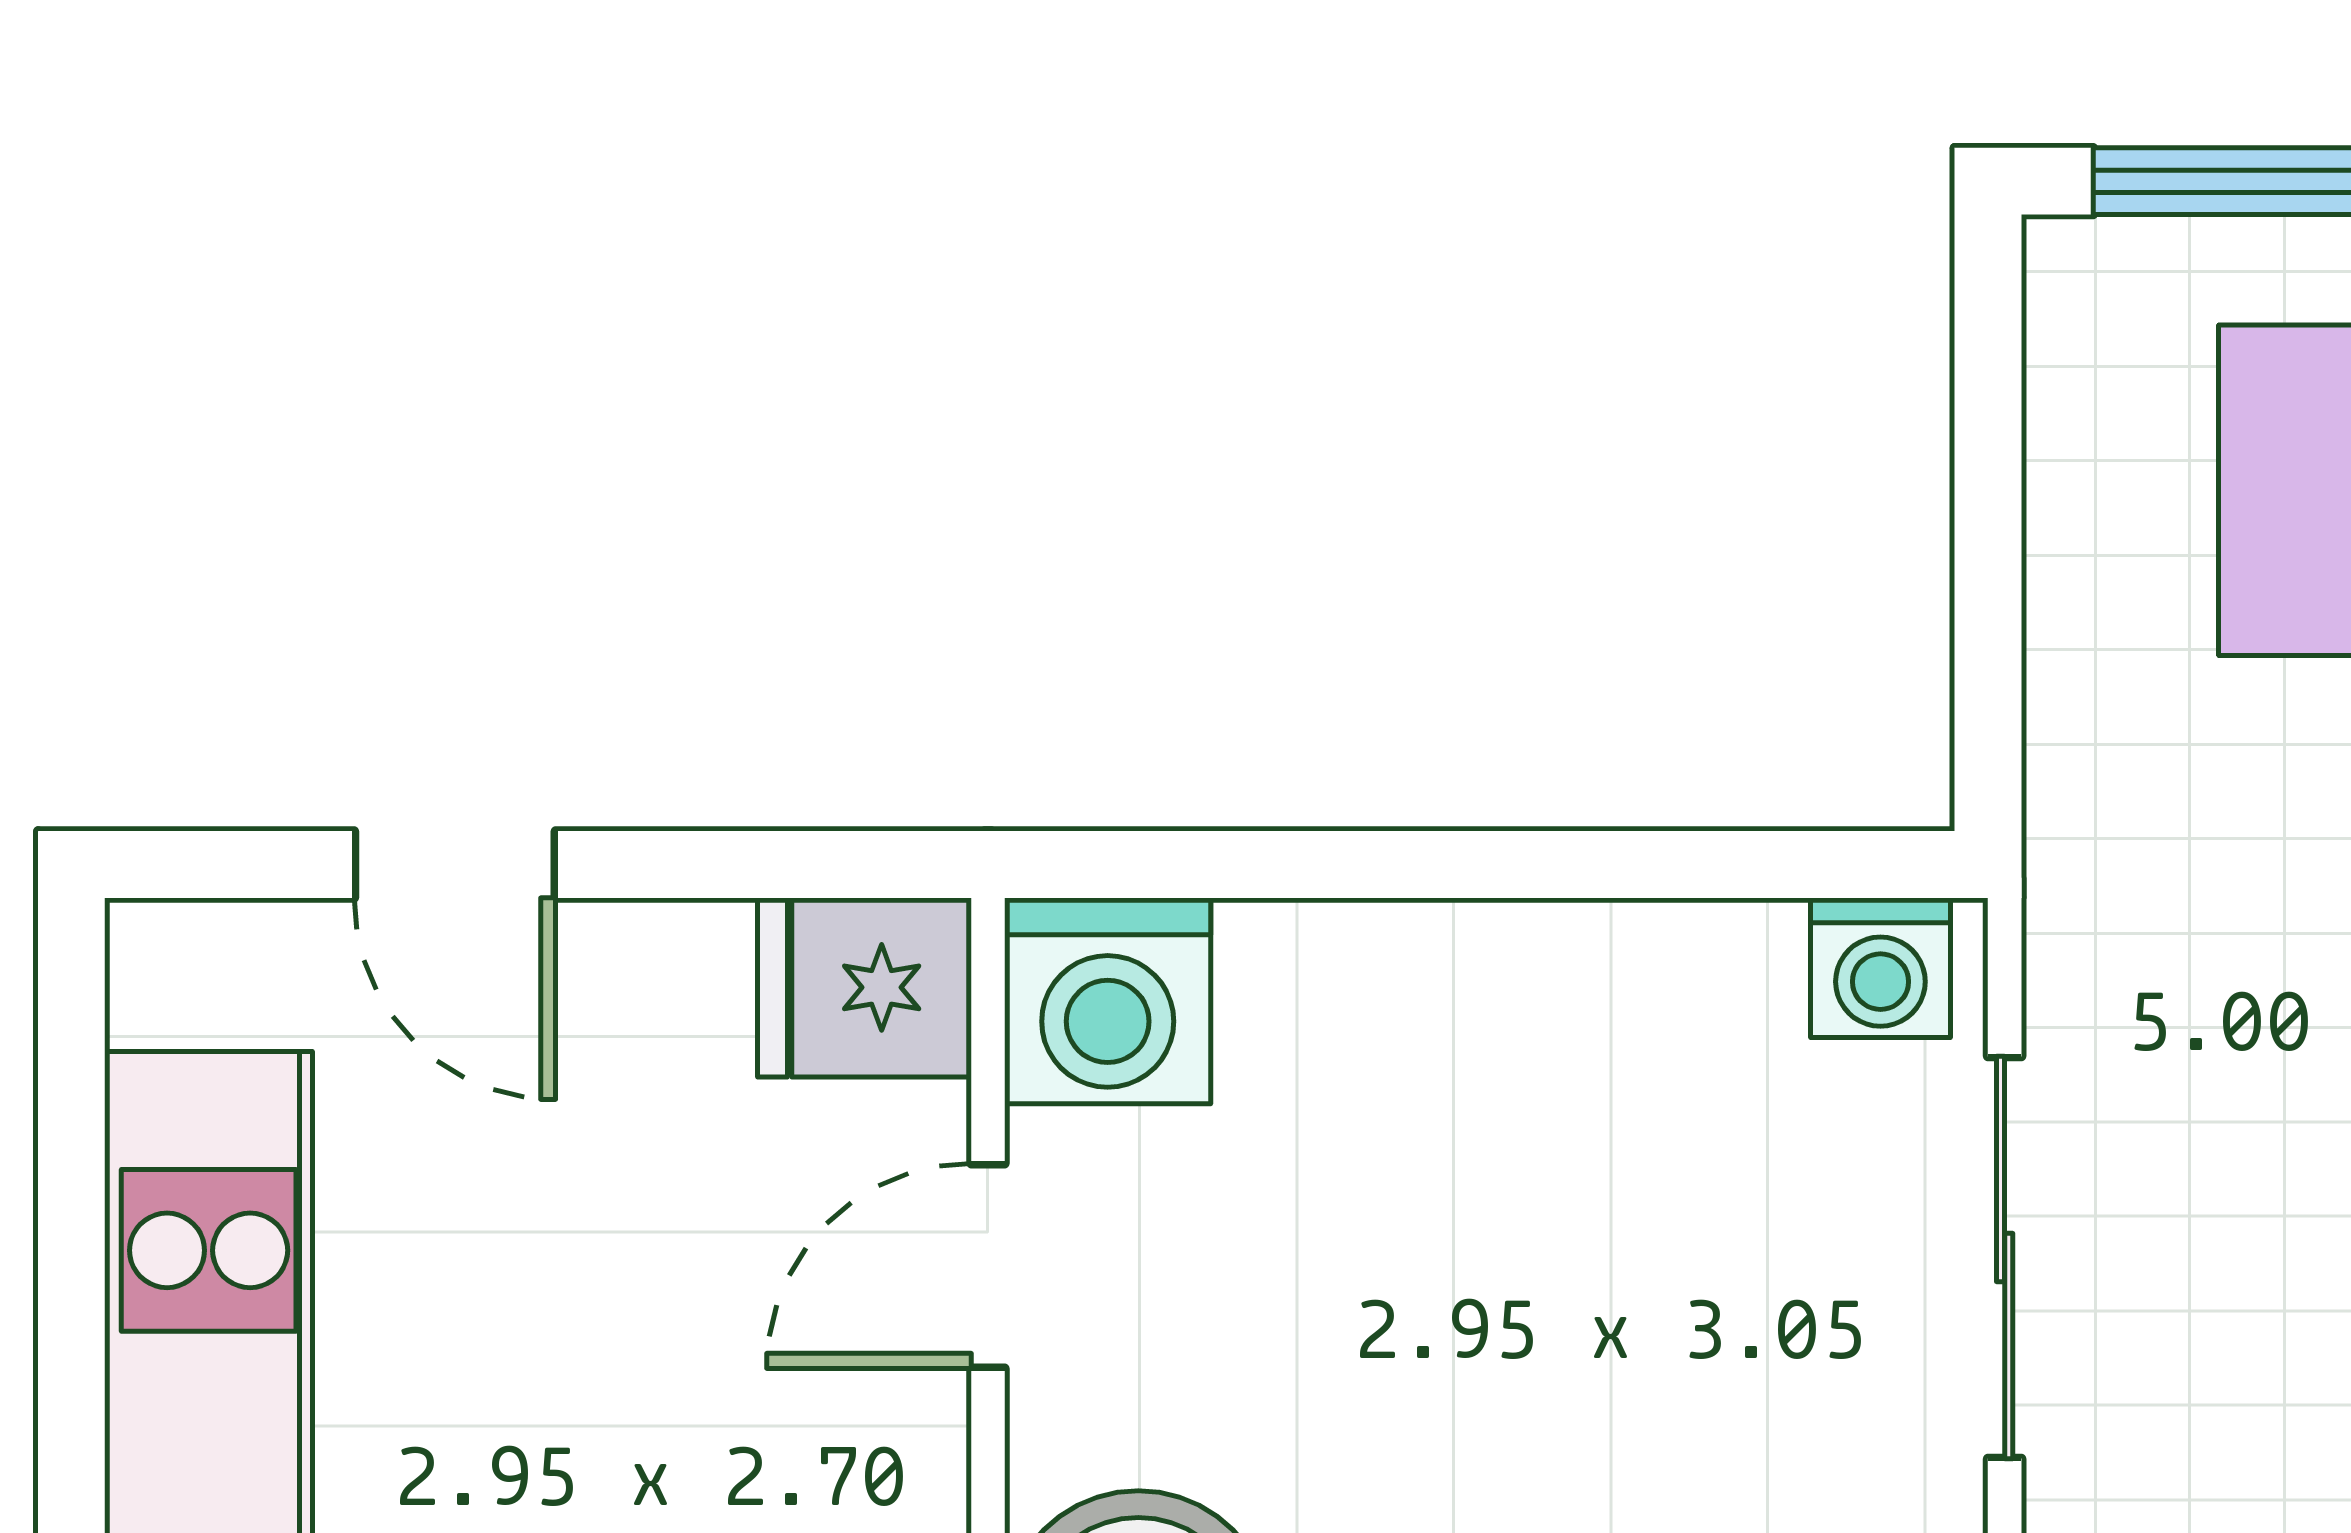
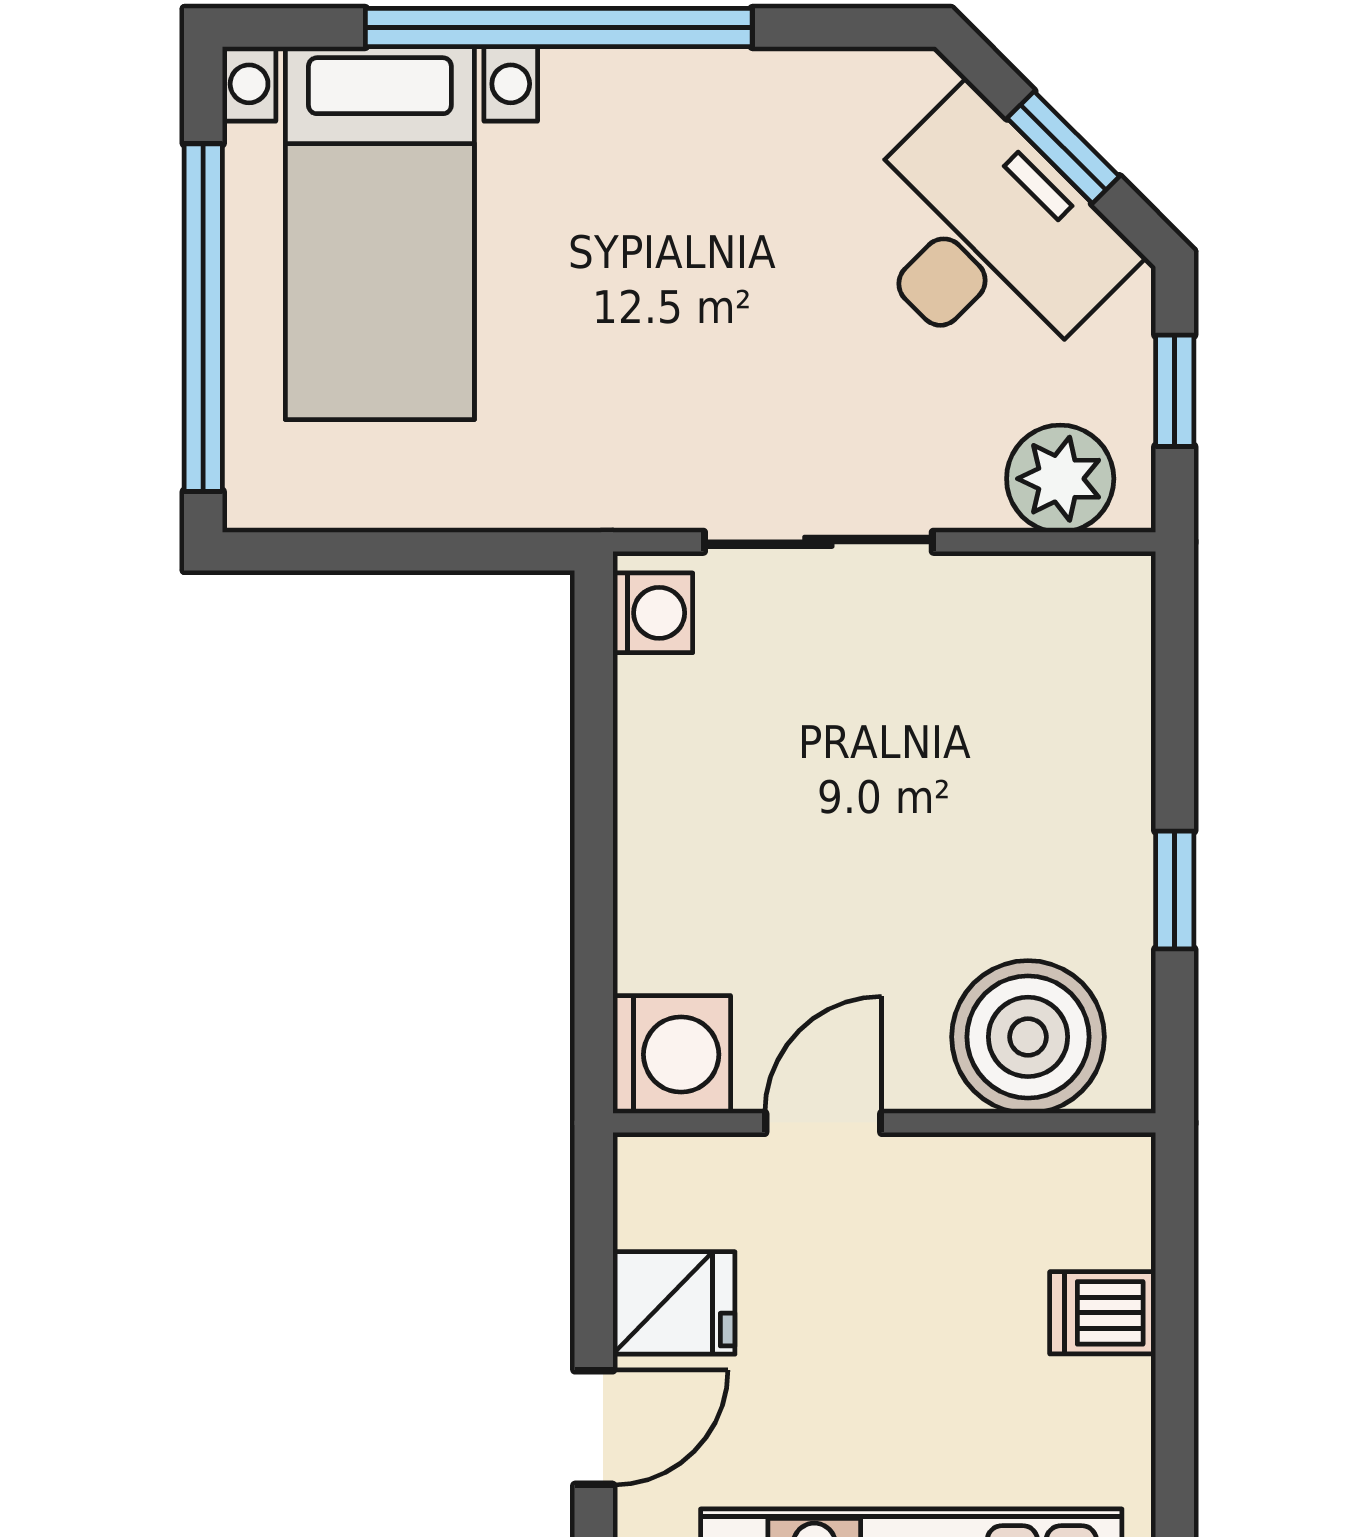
fridge: (864, 987) -> (674, 1303), moved, turned -90
door: (988, 1266) -> (823, 1123), swing flipped

